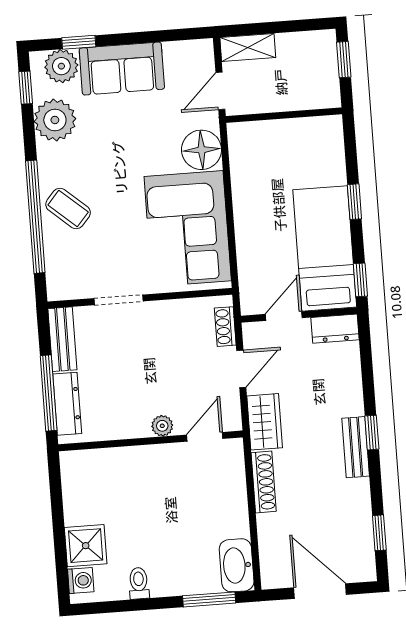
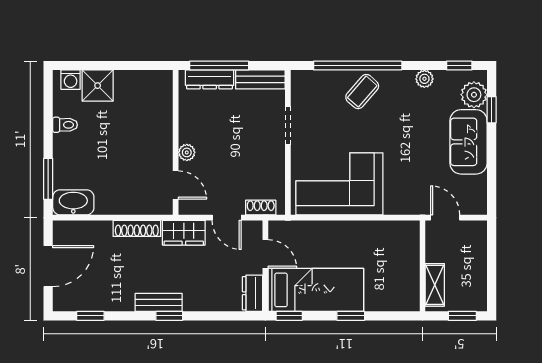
shelving: (248, 47) -> (435, 285), moved
plant: (55, 120) -> (424, 79), width x0.53, depth x0.53
floor lamp: (202, 150) -> (400, 199), removed

